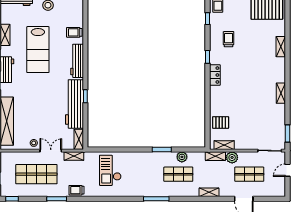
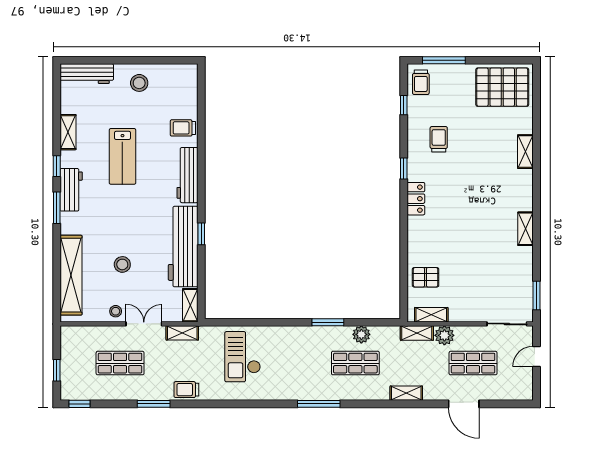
lab bench: (38, 50) -> (122, 156), width x0.73, depth x0.72
stool: (38, 115) -> (122, 264), added
shop shelf: (36, 174) -> (120, 363), width x0.70, depth x0.74

